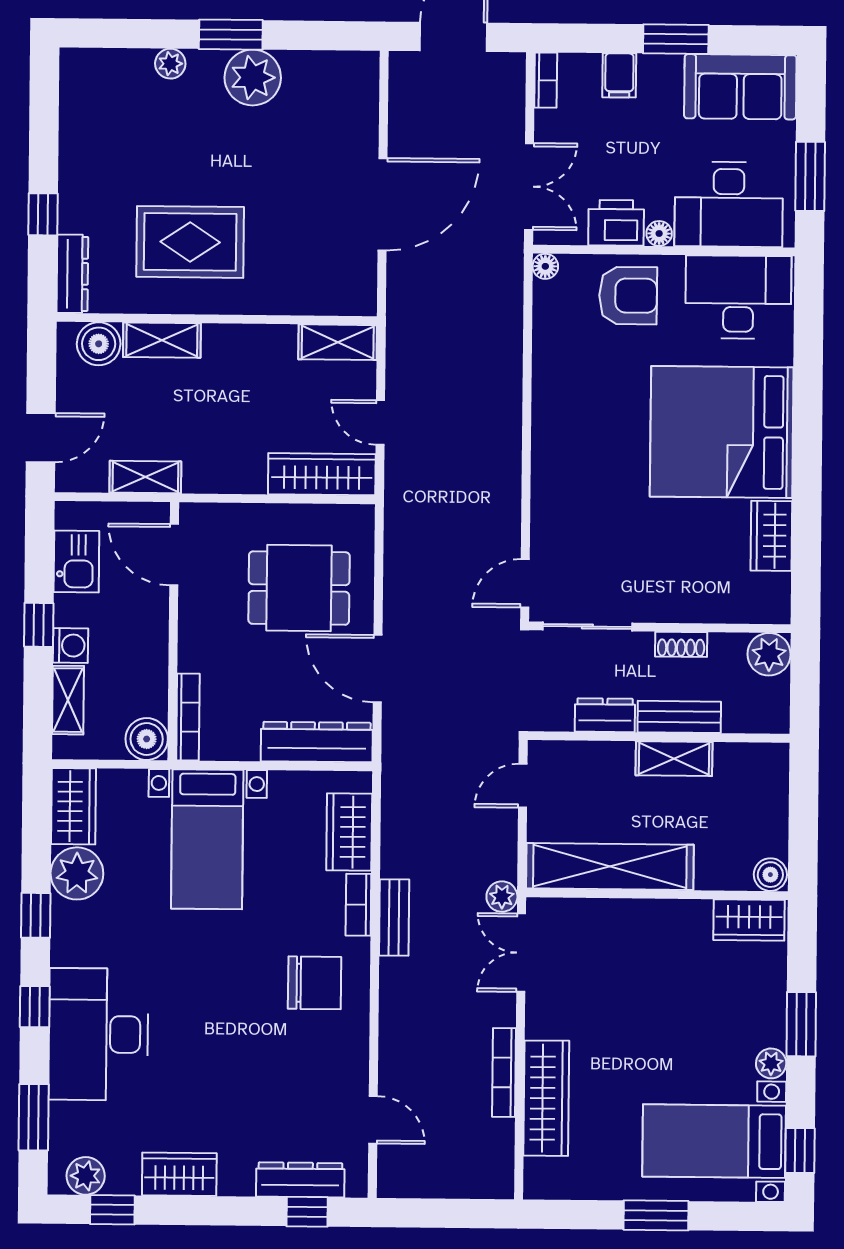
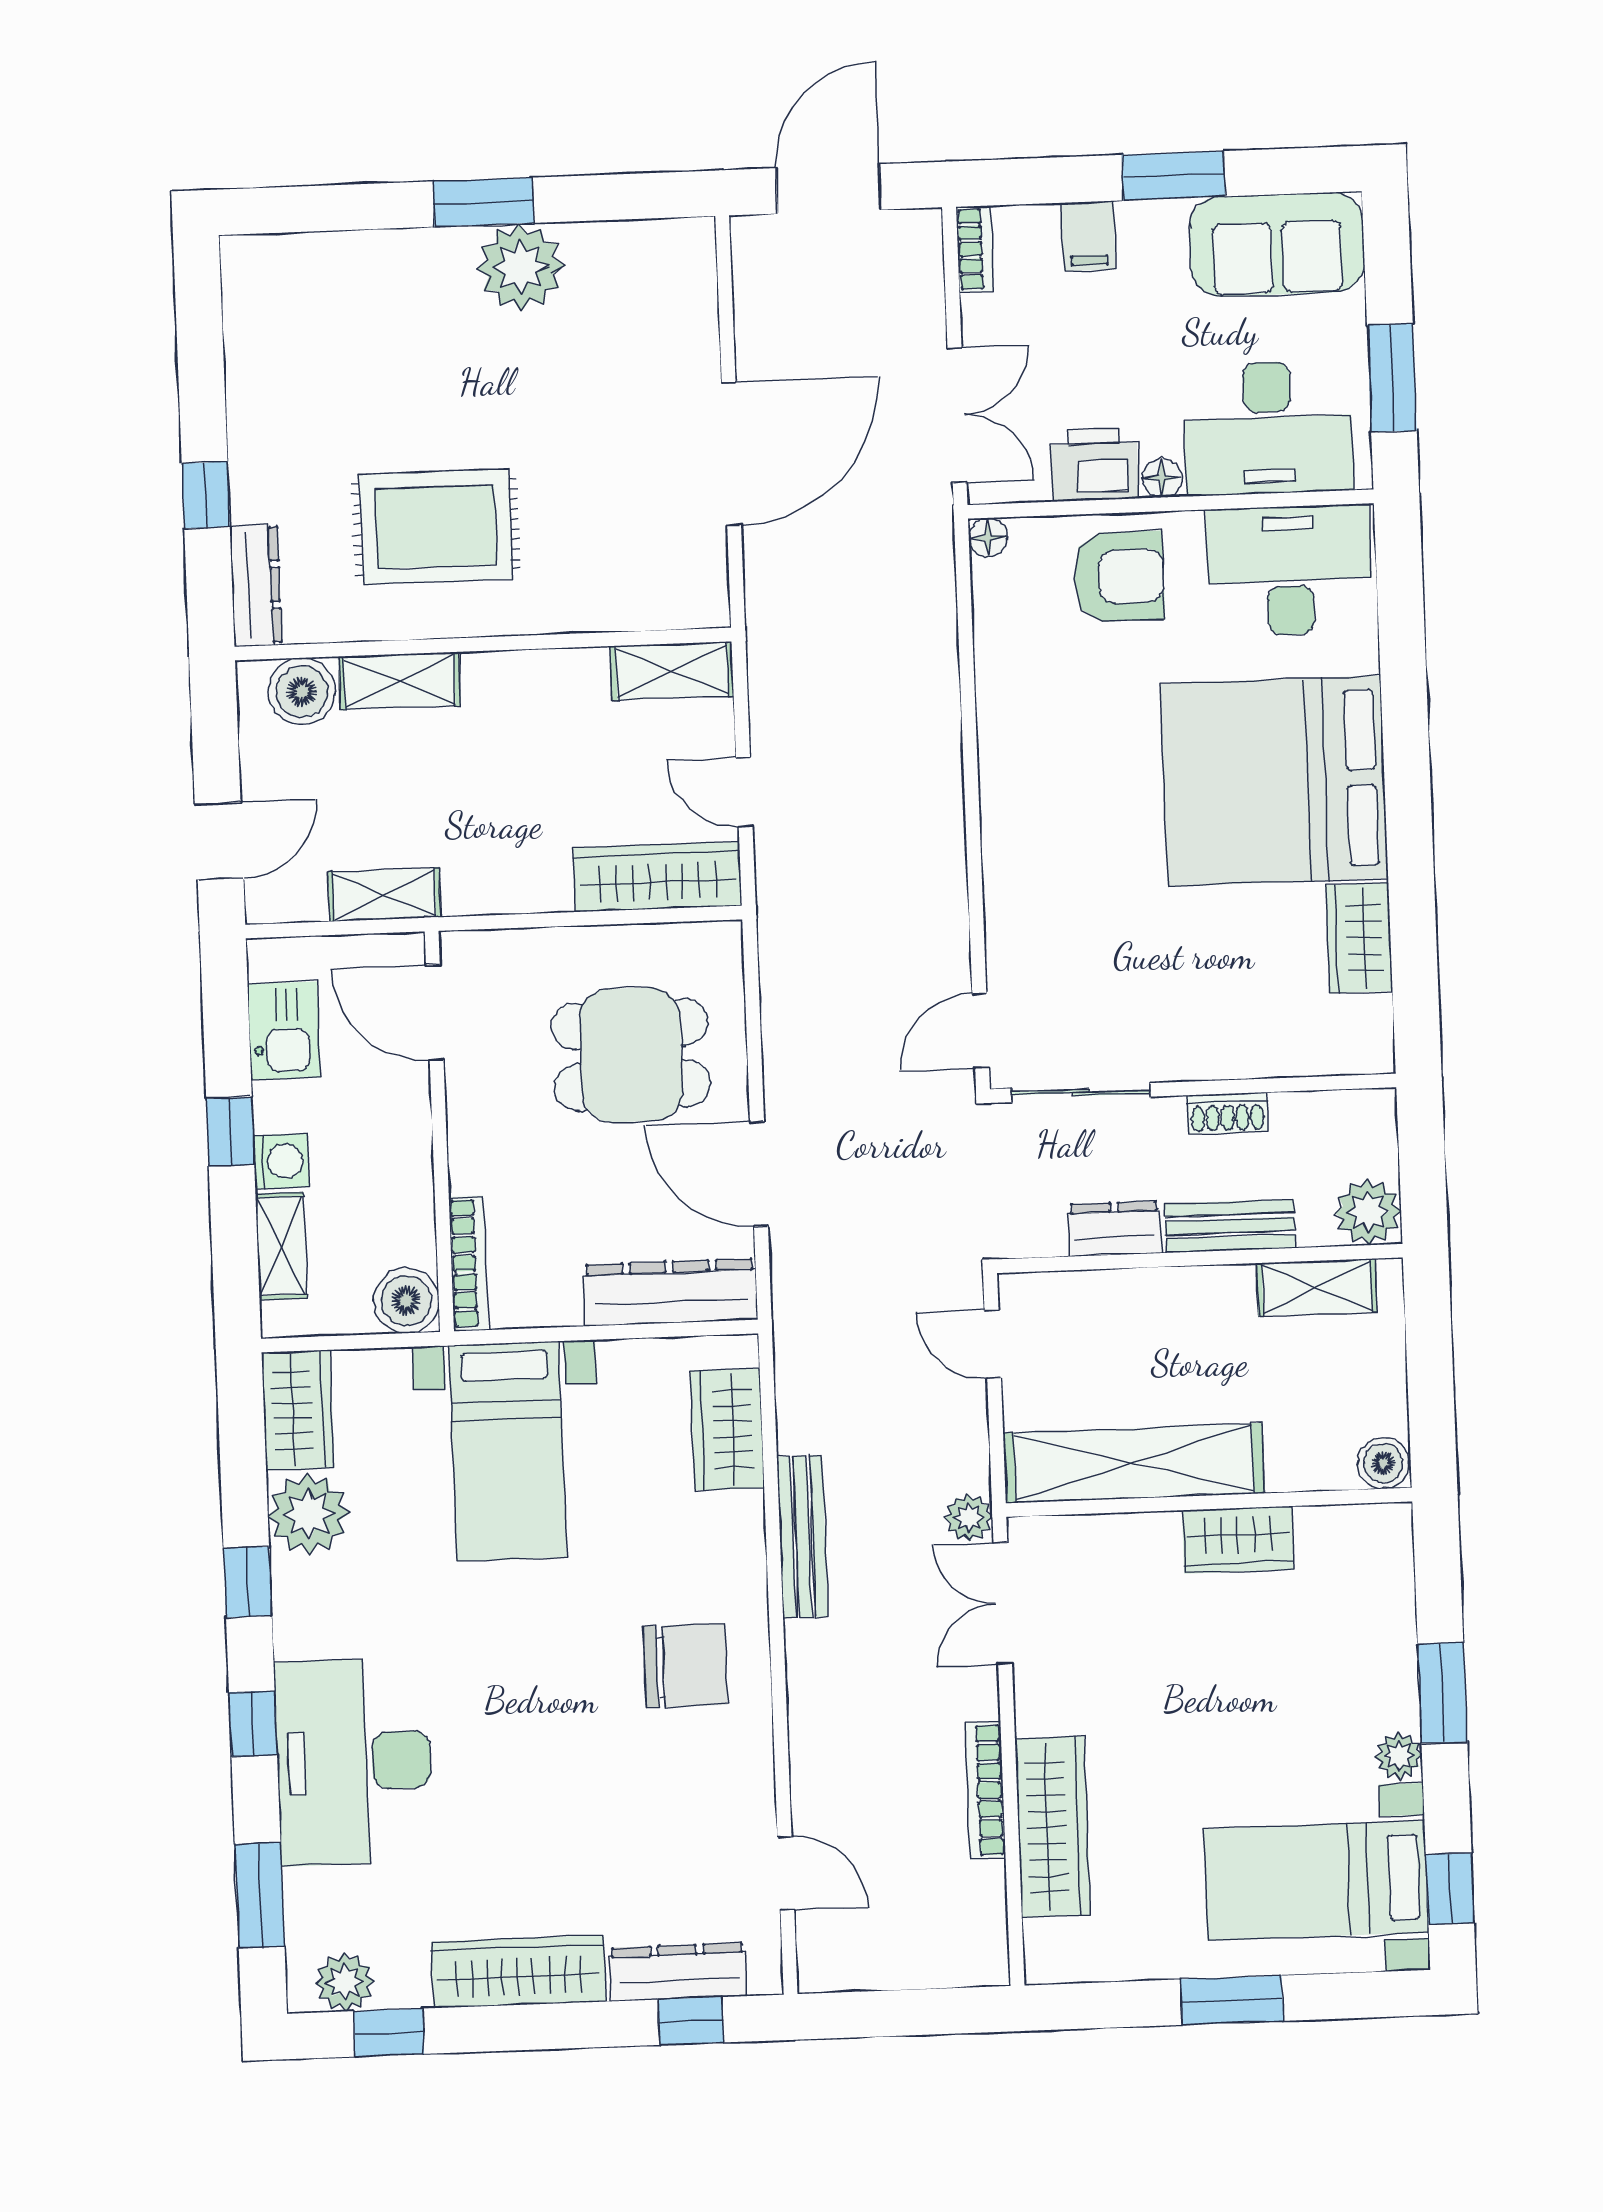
plant: (170, 64) -> (392, 252), removed
plant: (769, 654) -> (1368, 1212), moved
shelving: (674, 759) -> (1317, 1287), moved
door: (523, 786) -> (993, 1344), hinge flipped
bookcase: (358, 905) -> (747, 1541), removed
bench: (394, 917) -> (802, 1537), width x1.36
wardrobe: (749, 920) -> (1238, 1540), moved
wardrobe: (179, 1174) -> (519, 1972), width x1.50

